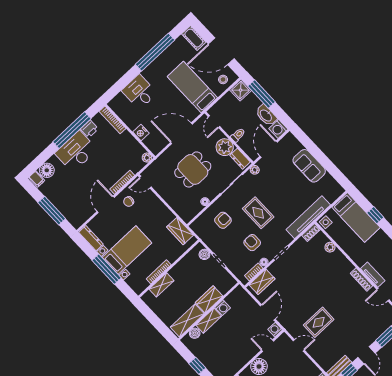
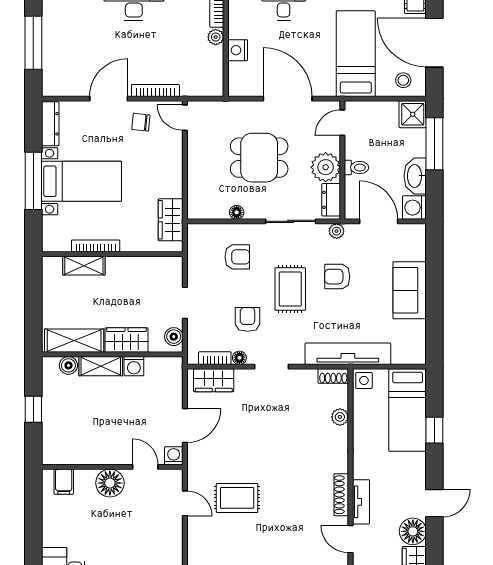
door: (269, 149) -> (379, 221), hinge flipped
plant: (147, 158) -> (216, 37), moved
armchair: (273, 189) -> (337, 277), added
boiler: (204, 254) -> (174, 337), moved

